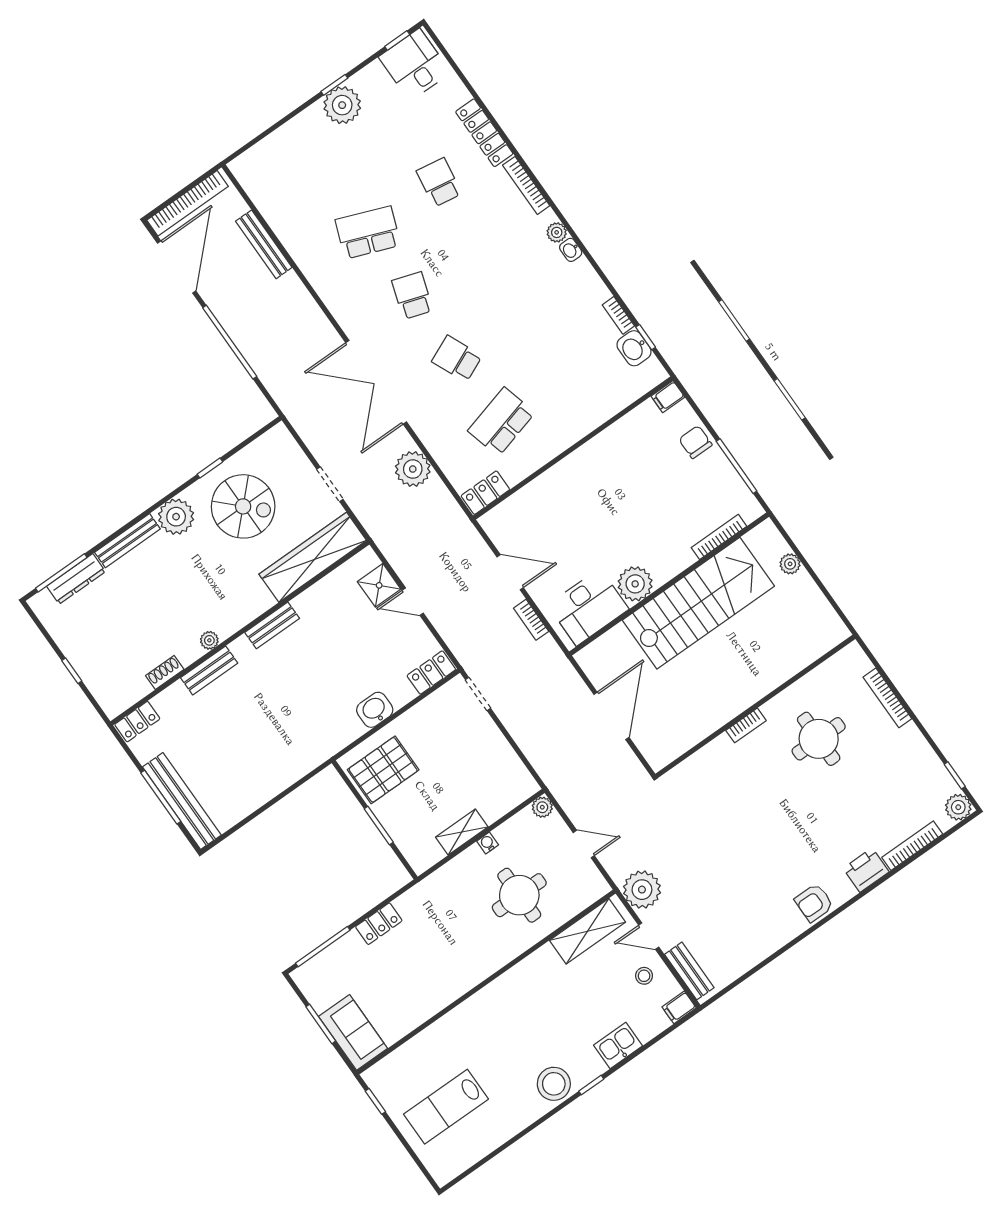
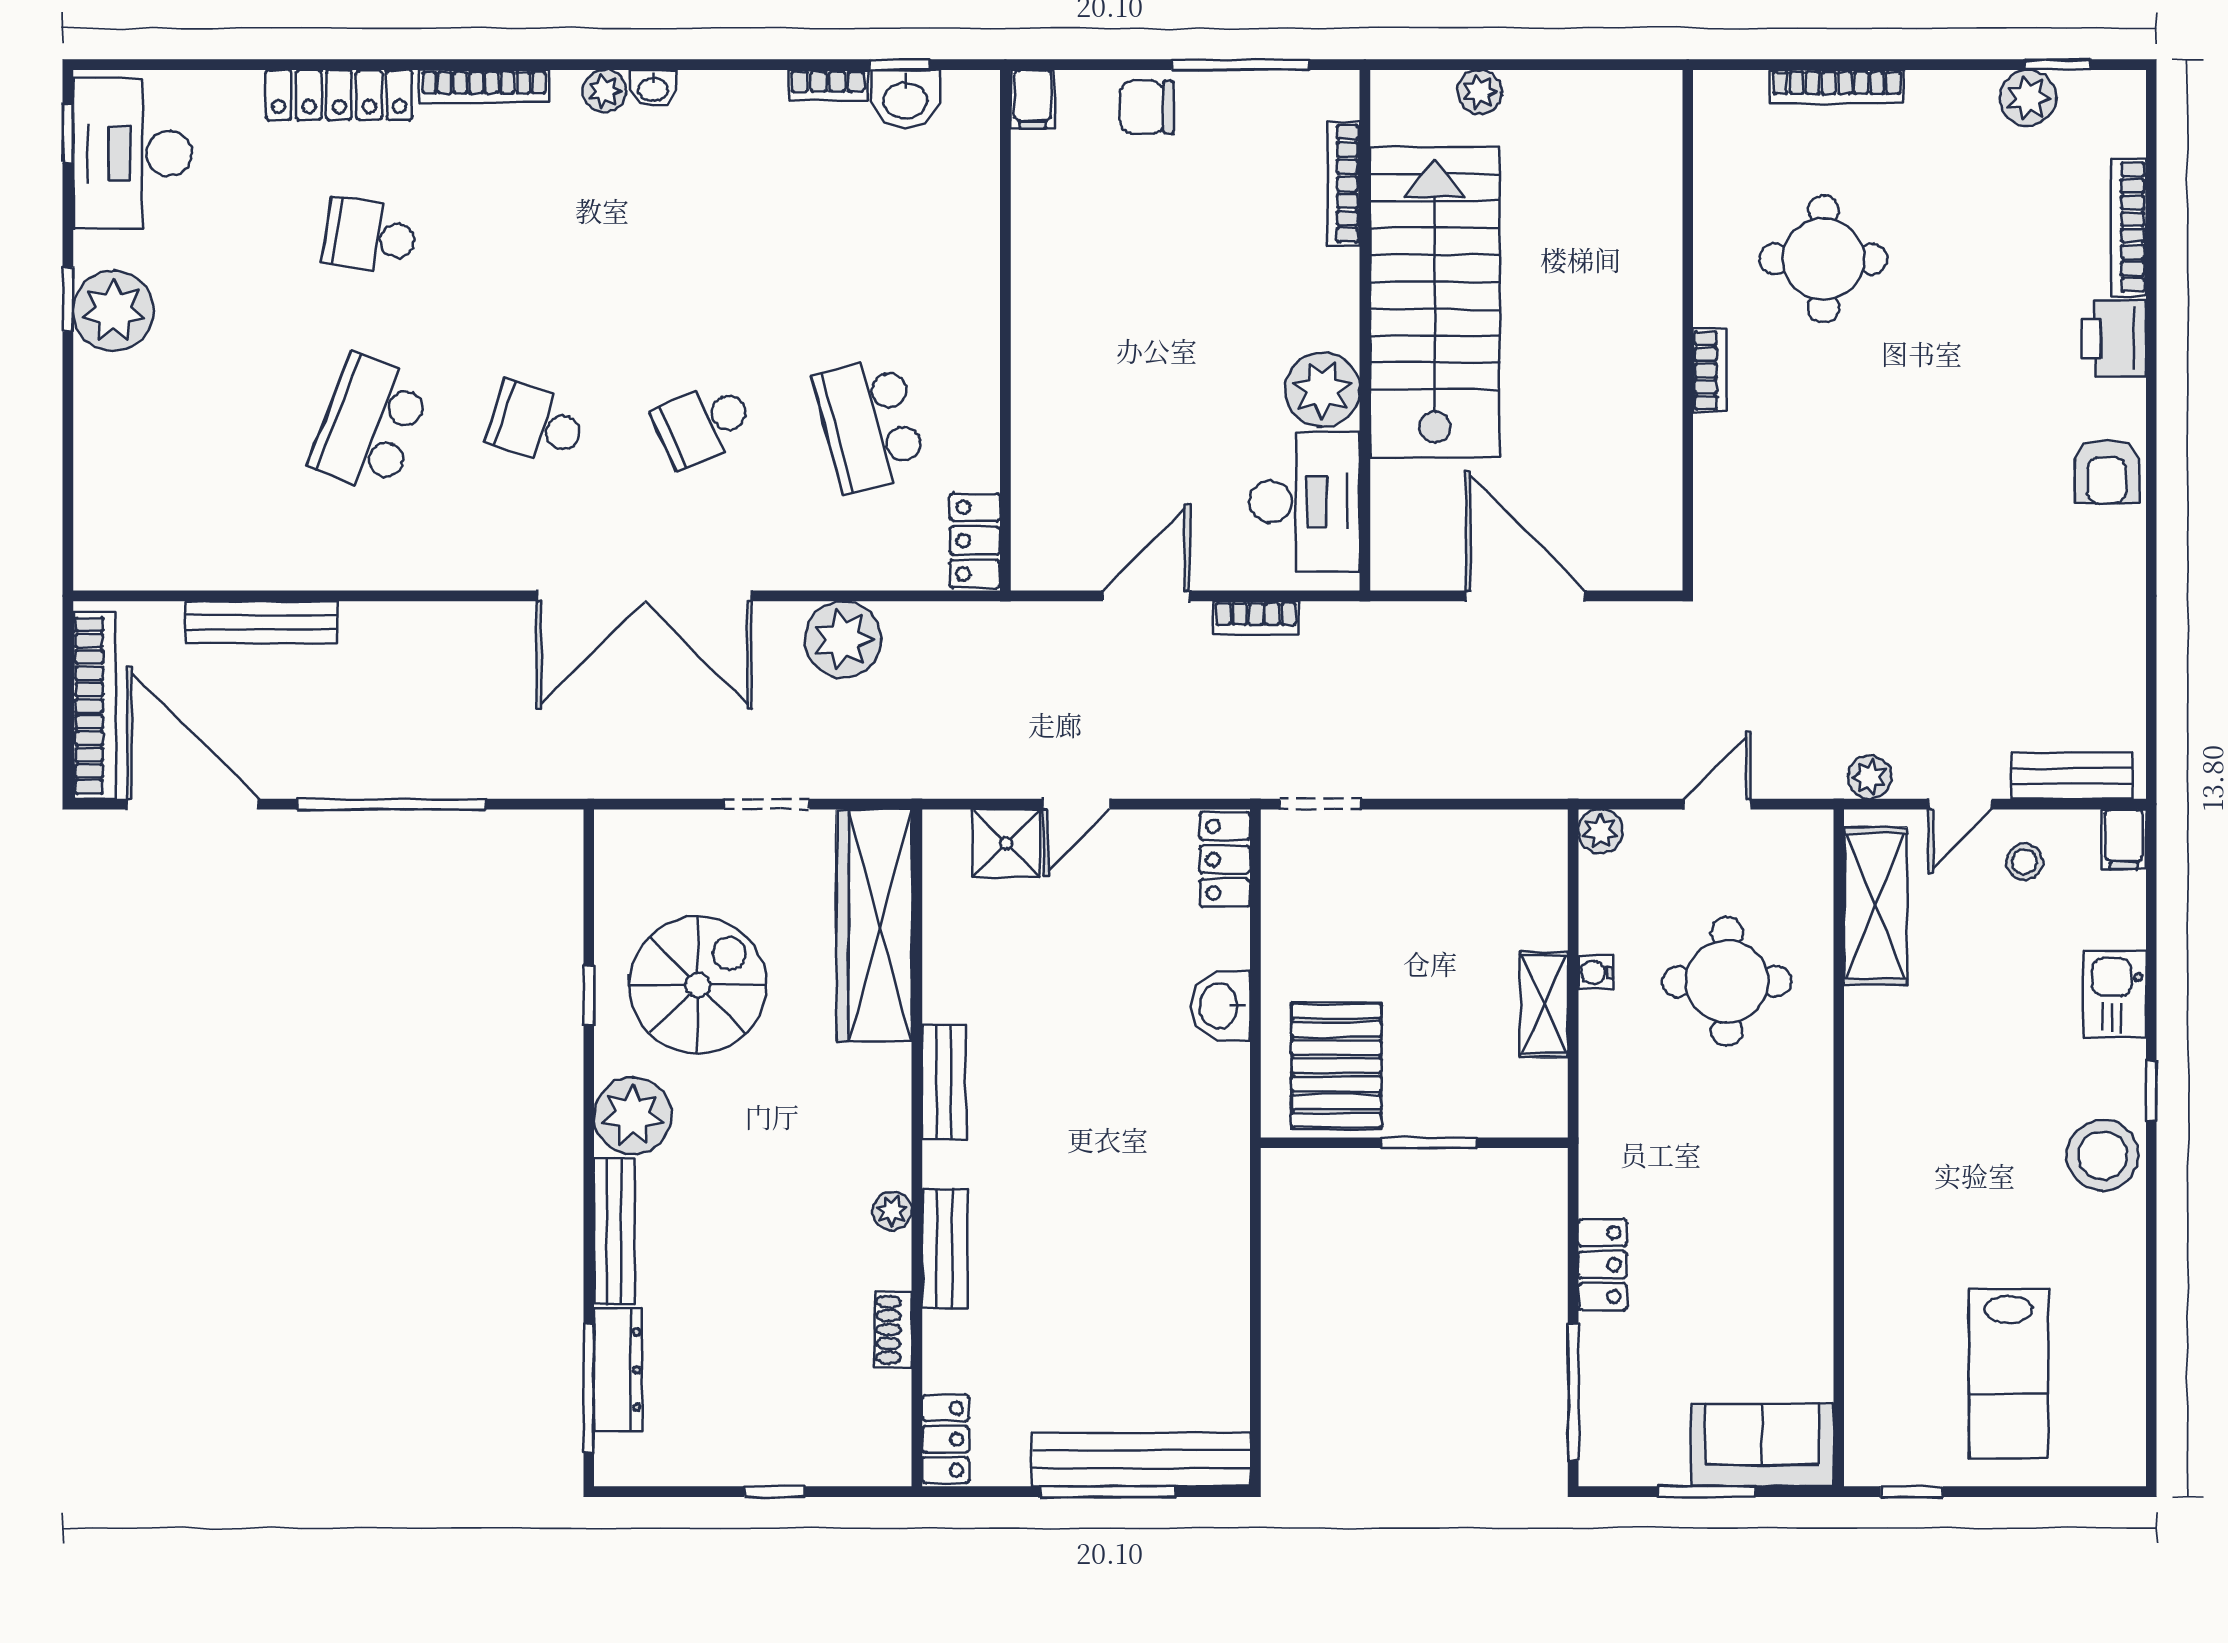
desk: (415, 65) -> (133, 153), width x1.37
plant: (958, 807) -> (2028, 98), moved
plant: (642, 890) -> (1870, 777), width x0.53, depth x0.53

